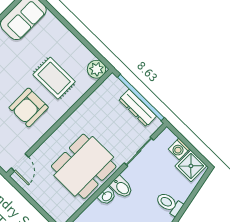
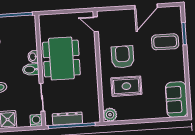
washing machine: (179, 149) -> (36, 121), moved

